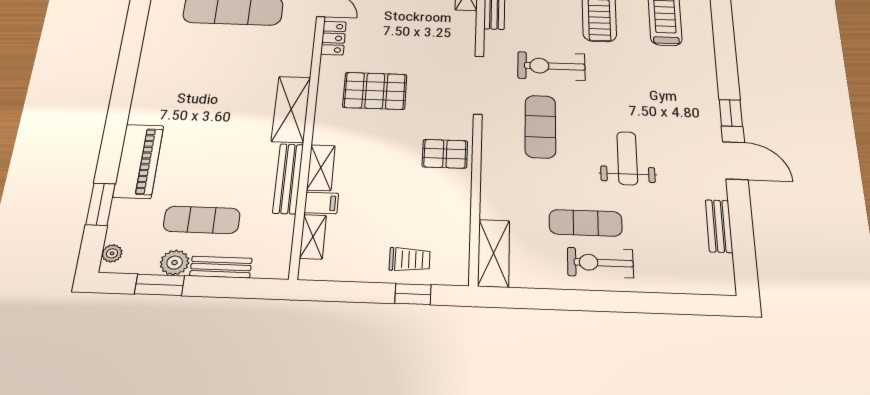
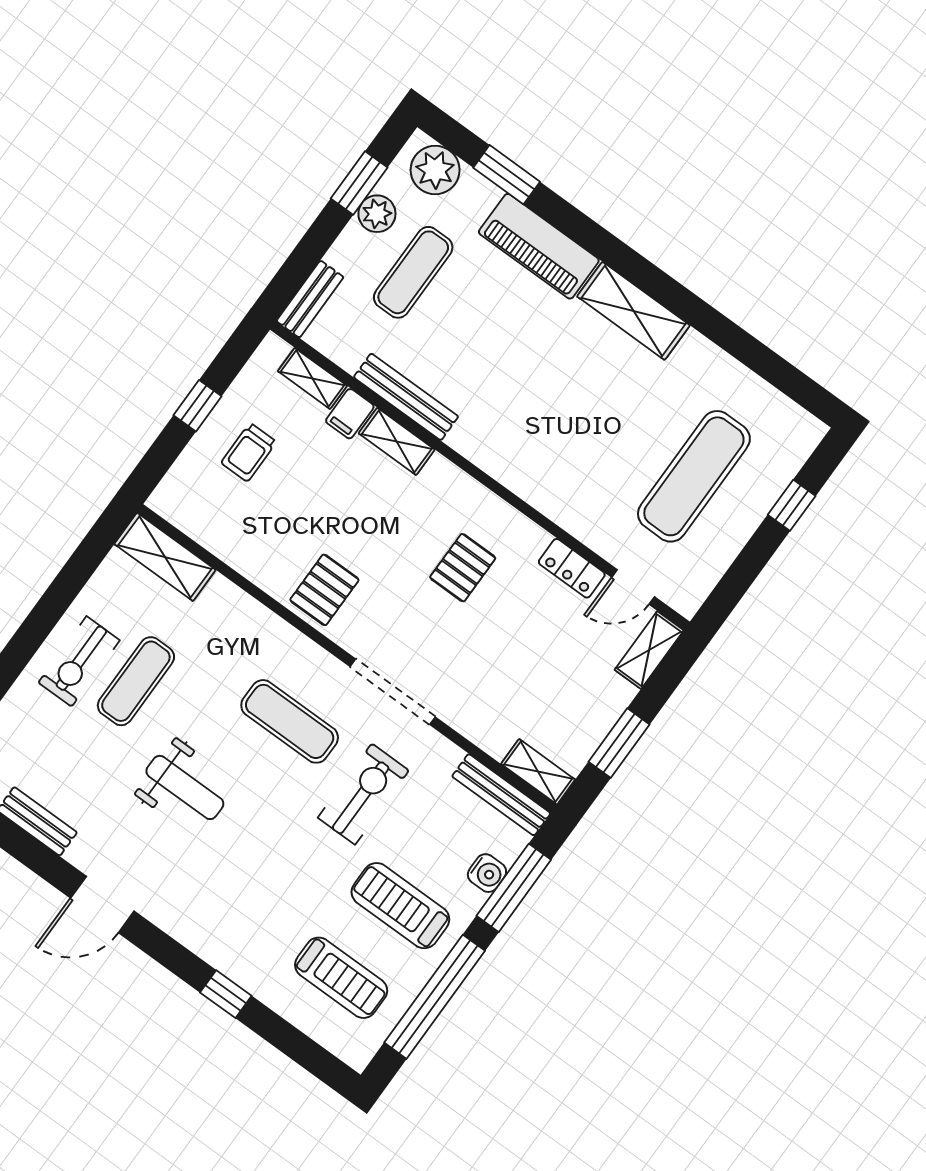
pallet: (375, 91) -> (463, 568), width x0.67, depth x0.71
shelving: (291, 109) -> (633, 311), moved
window: (731, 113) -> (226, 994), moved
plant: (112, 253) -> (435, 170), width x1.88, depth x1.88
trolley: (410, 259) -> (249, 452), moved
exercise bike: (600, 263) -> (79, 661), turned 180
bench: (221, 267) -> (310, 299), moved
window: (413, 294) -> (197, 406), moved

